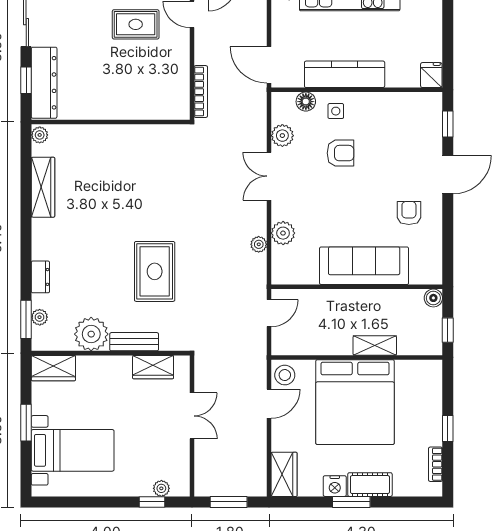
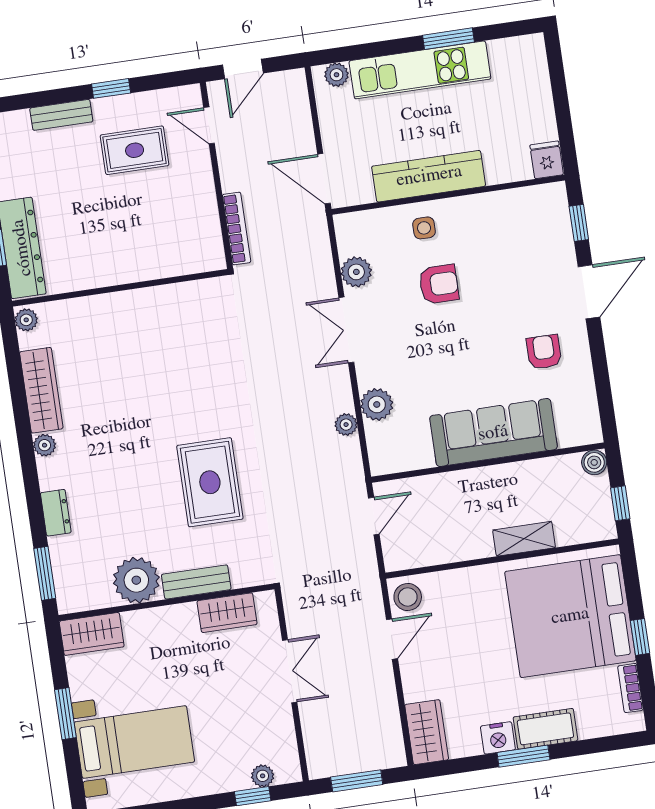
floor lamp: (306, 102) -> (381, 221), removed
plant: (40, 317) -> (45, 445), moved
bed: (355, 402) -> (570, 616), moved, turned 90

